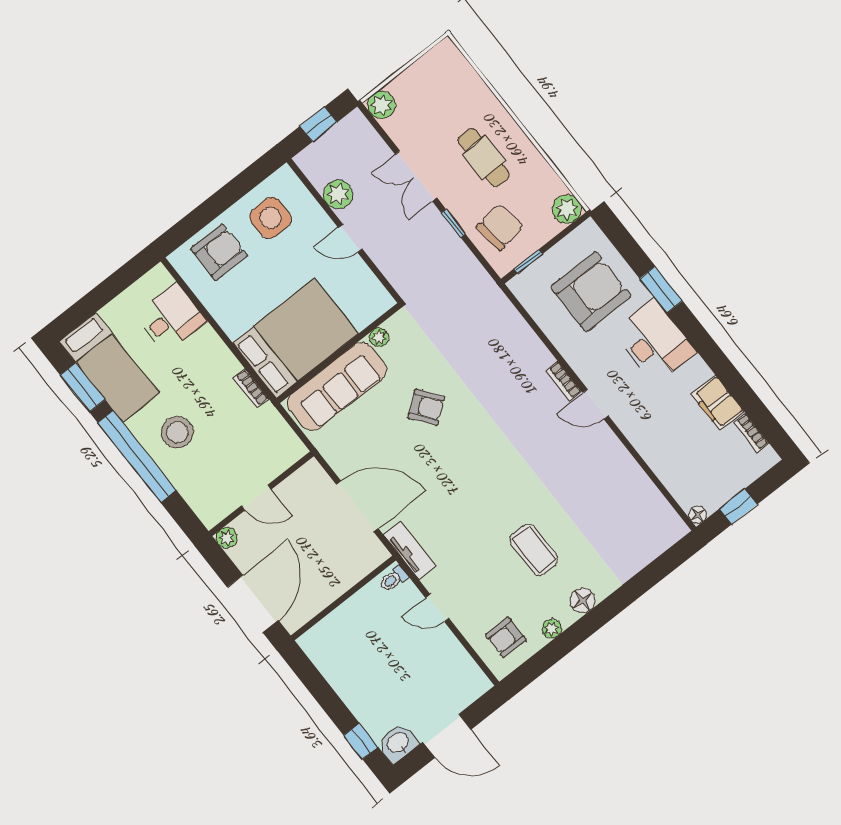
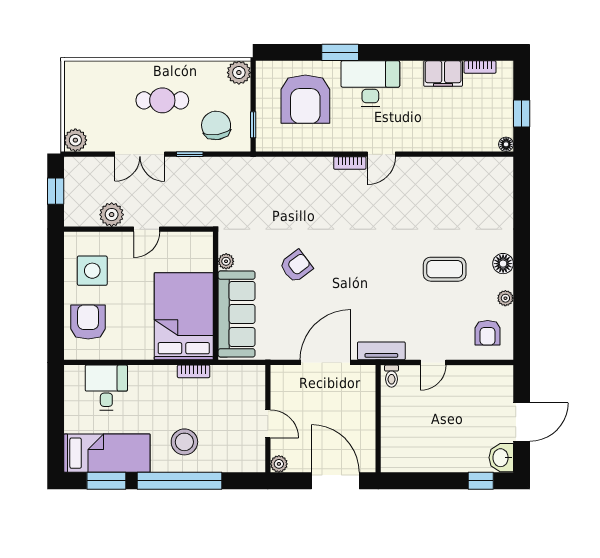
armchair: (591, 292) -> (305, 99), turned 180
door: (256, 498) -> (268, 424), hinge flipped

